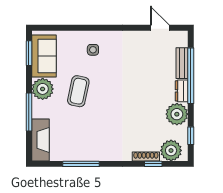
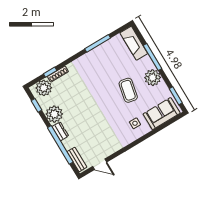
sofa: (44, 56) -> (162, 114), moved, turned 90
bench: (182, 63) -> (77, 159), moved

